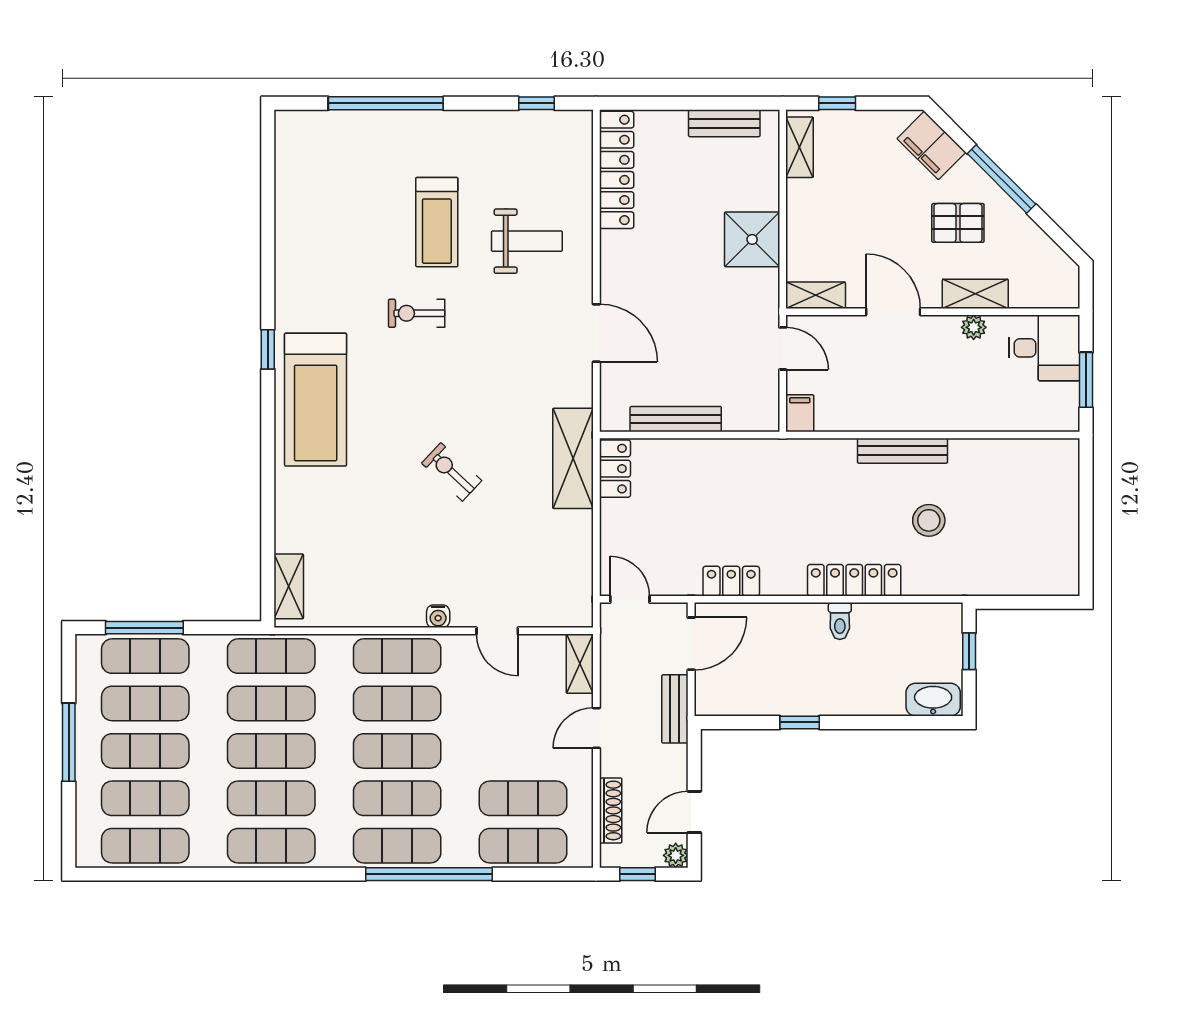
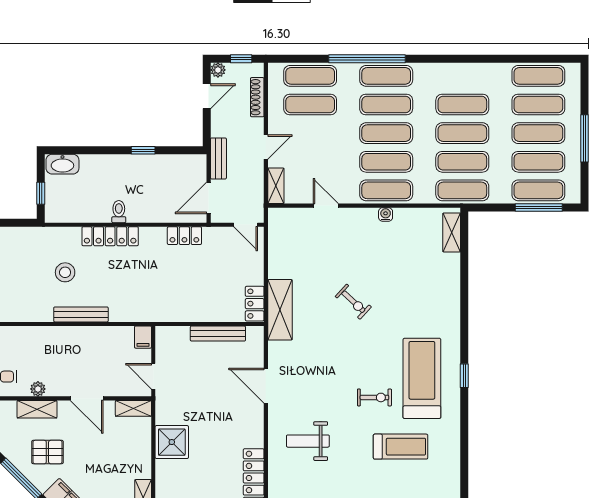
treadmill: (437, 222) -> (401, 447), moved, turned 90
treadmill: (316, 400) -> (422, 378), moved
water cooler: (438, 616) -> (386, 214), moved
exercise mat: (271, 846) -> (462, 76), removed

